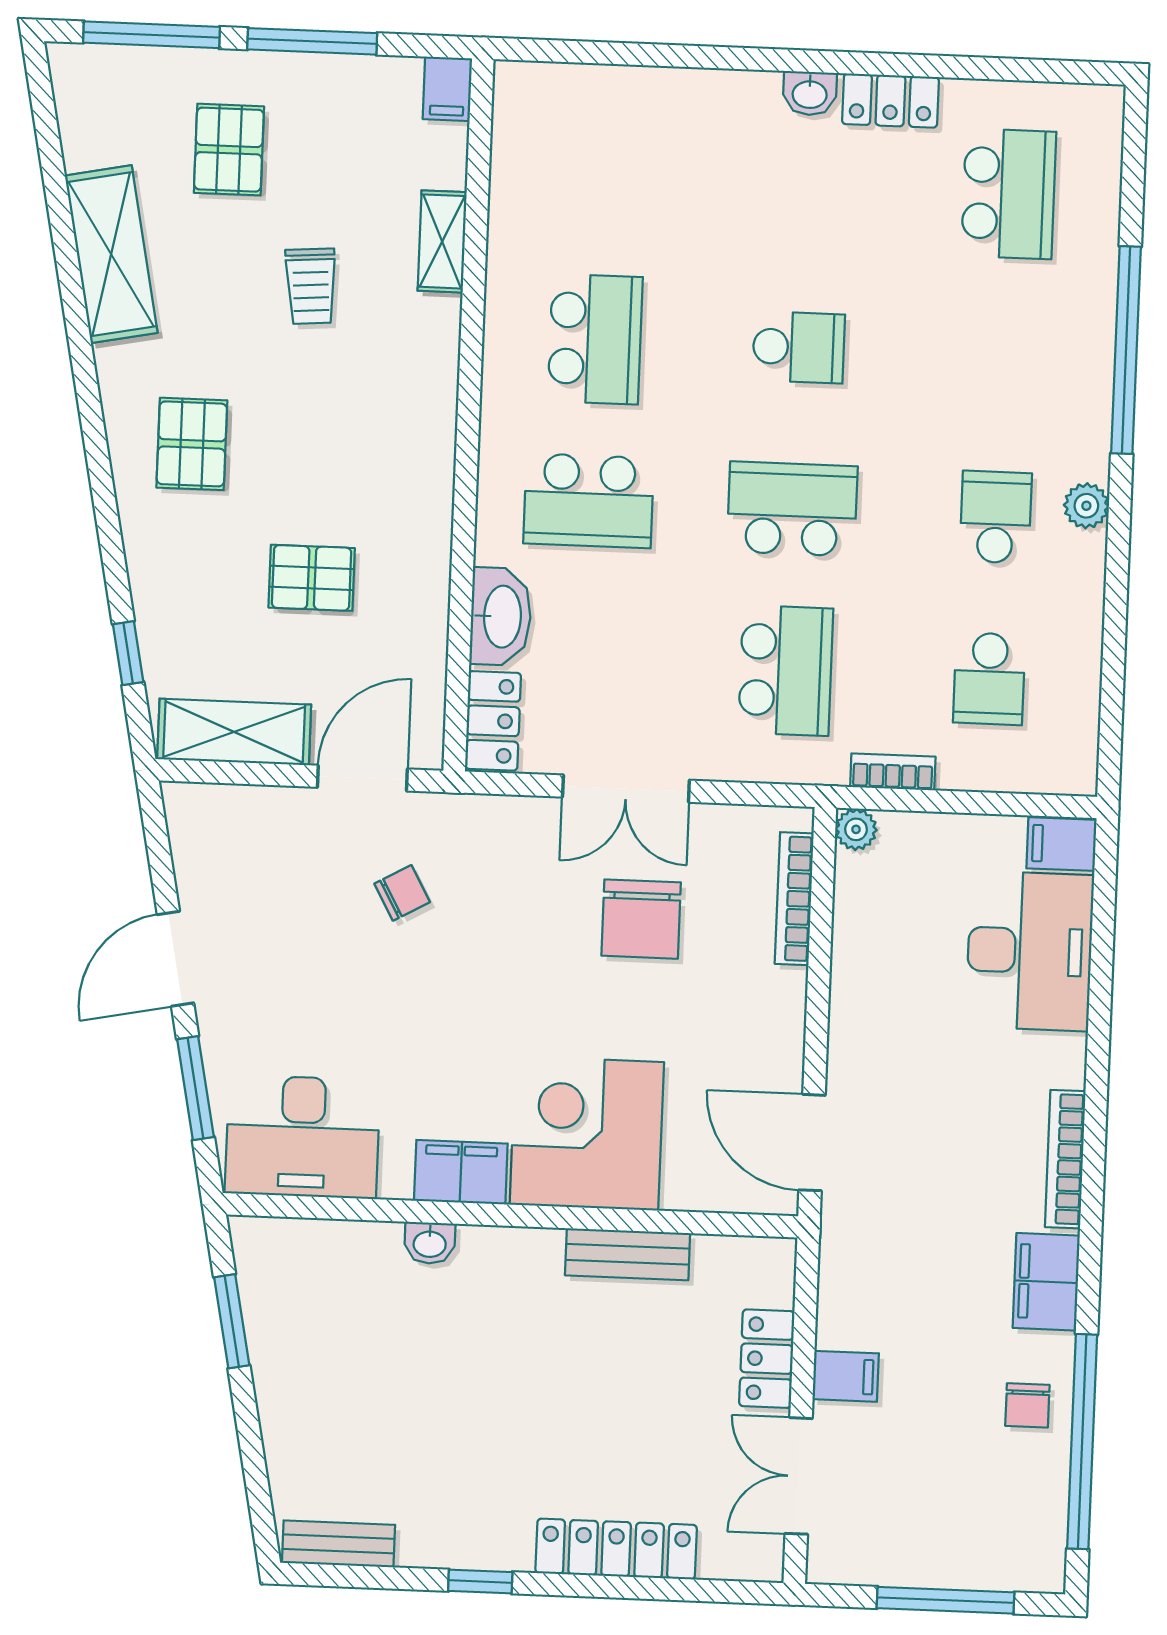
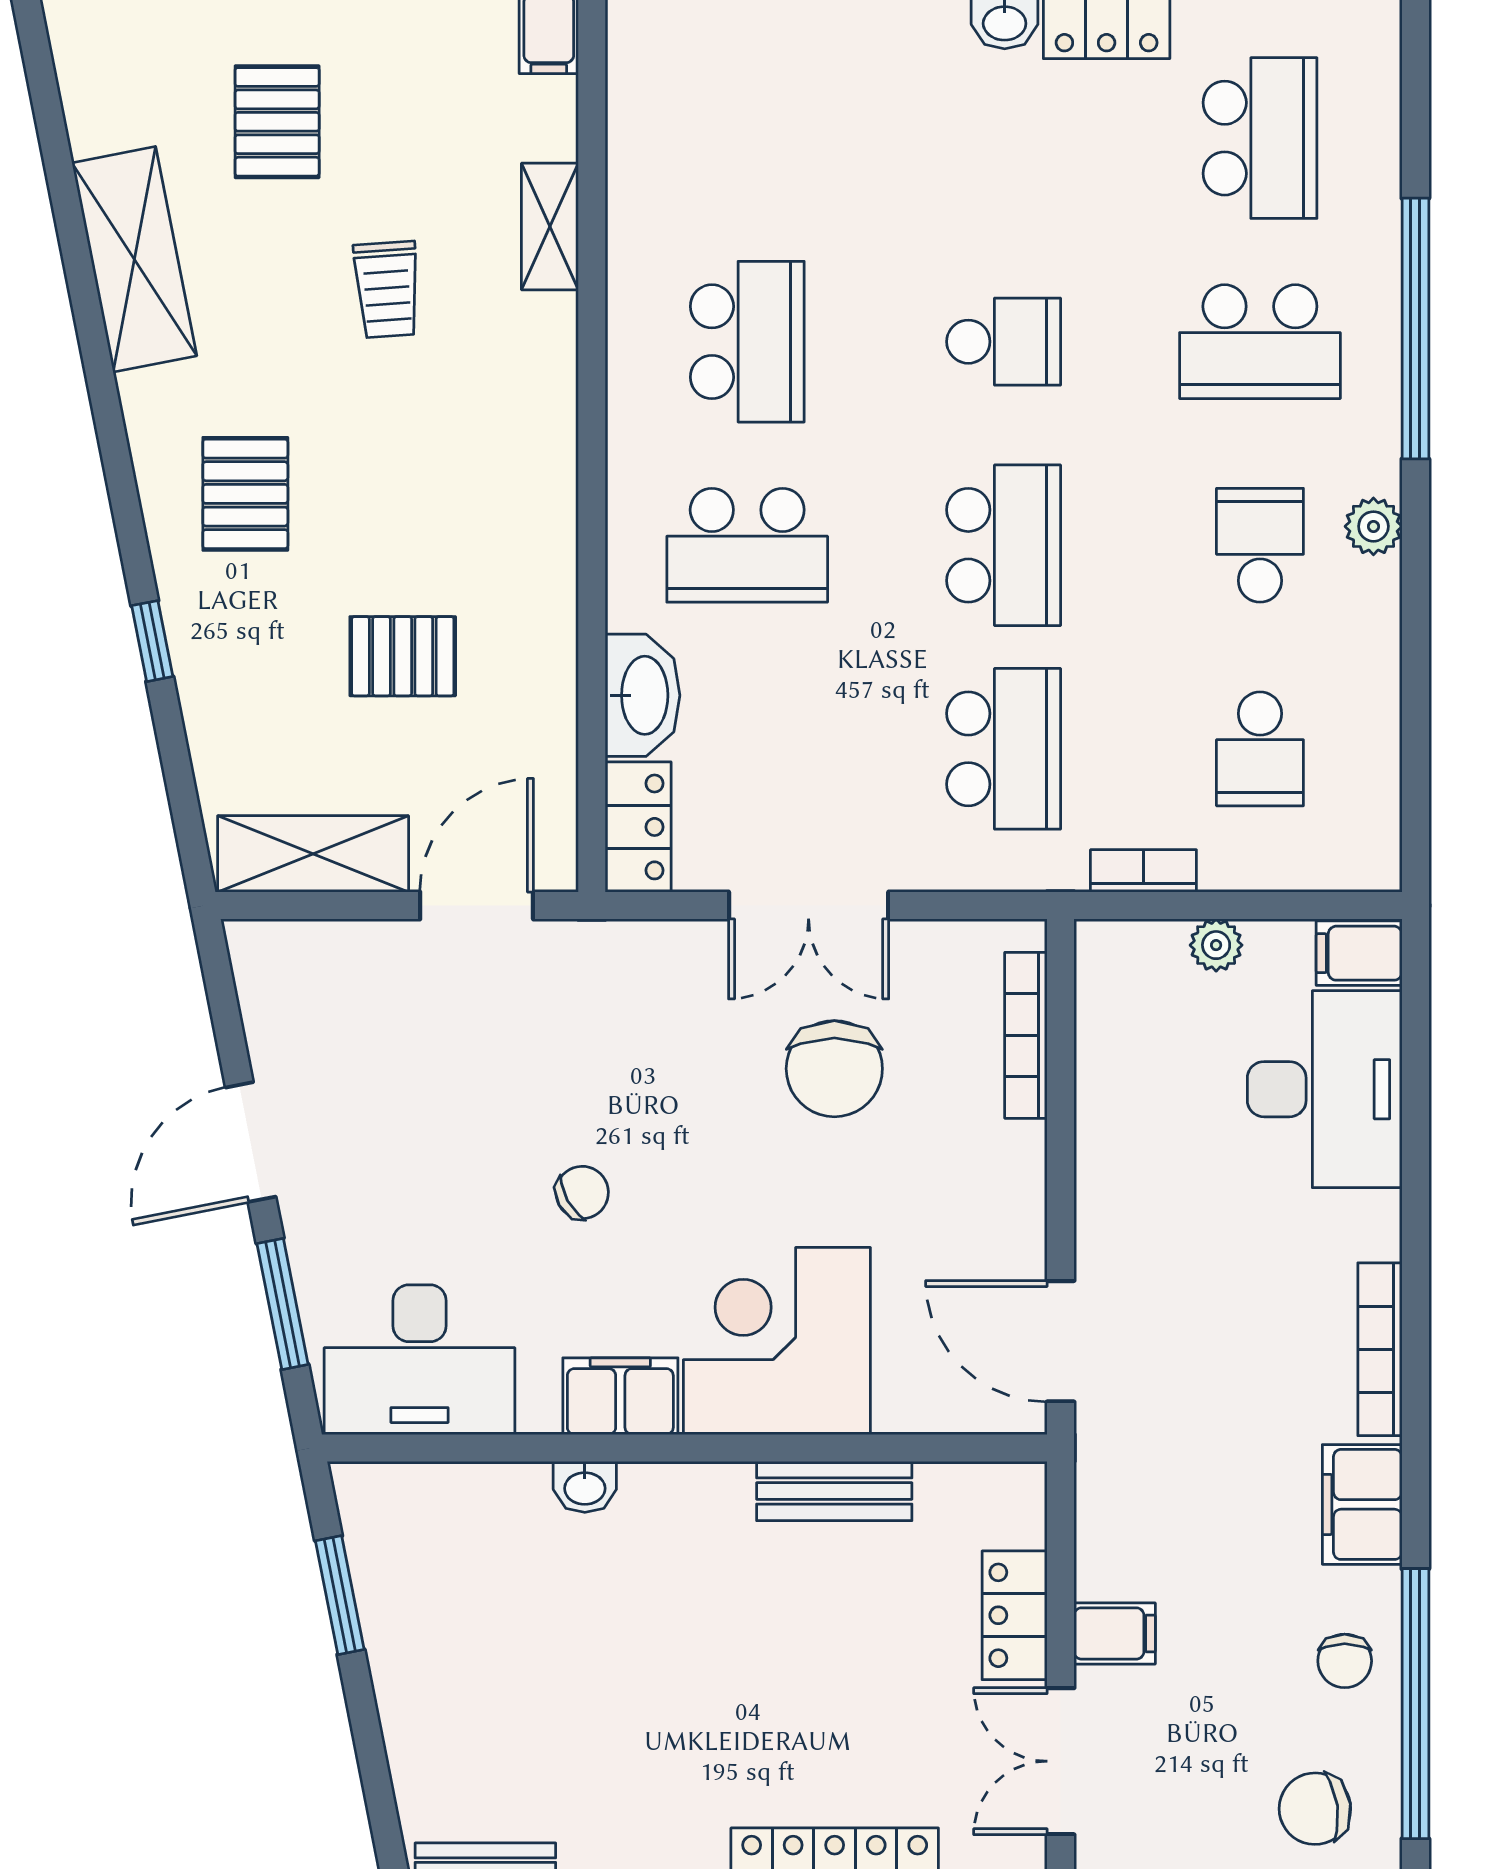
school desk: (1002, 355) -> (1260, 342), added
school desk: (792, 509) -> (1004, 545), turned 90
window: (128, 653) -> (152, 641), moved
plant: (856, 829) -> (1216, 945), moved
chair: (402, 893) -> (582, 1192), moved
chair: (999, 1522) -> (1315, 1809), added

